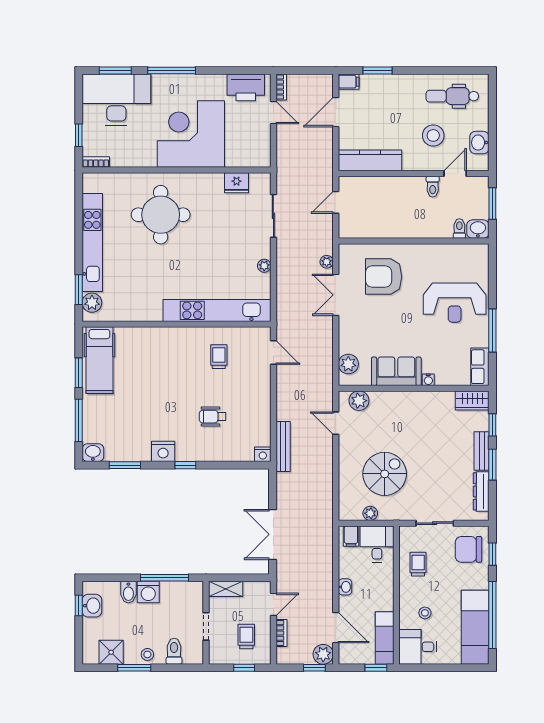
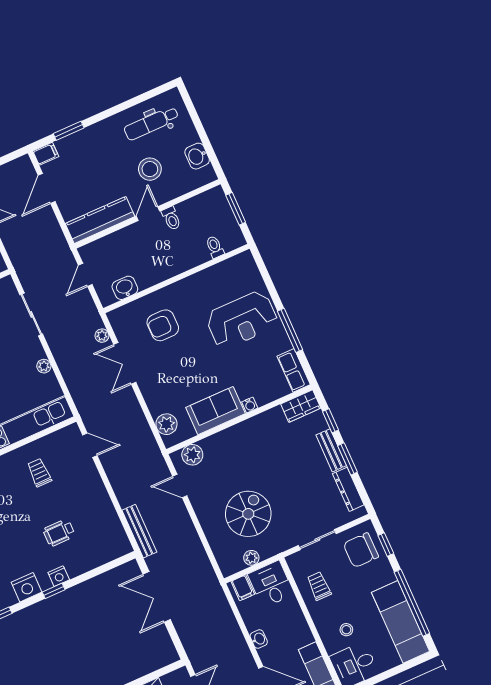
door: (455, 174) -> (148, 214), moved
washbasin: (478, 229) -> (125, 288), moved
armchair: (384, 277) -> (163, 325), width x0.73, depth x0.73
nightstand: (263, 454) -> (59, 576), moved
double door: (273, 534) -> (157, 597), moved

